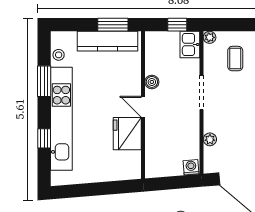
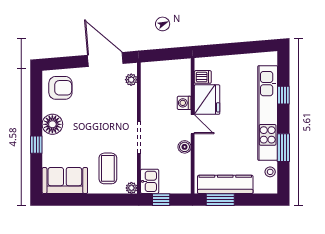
coffee table: (235, 59) -> (108, 168), width x1.36, depth x1.30
plant: (210, 139) -> (131, 80), moved
dishwasher: (132, 158) -> (203, 77), added
washing machine: (191, 167) -> (184, 103), moved, turned 95

